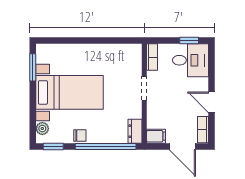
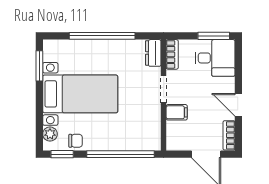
window: (89, 40) -> (102, 36), added
window: (189, 40) -> (214, 36), width x1.50
dresser: (135, 131) -> (153, 53), moved
chair: (80, 136) -> (76, 141), moved
filing cabinet: (156, 136) -> (177, 112), moved

